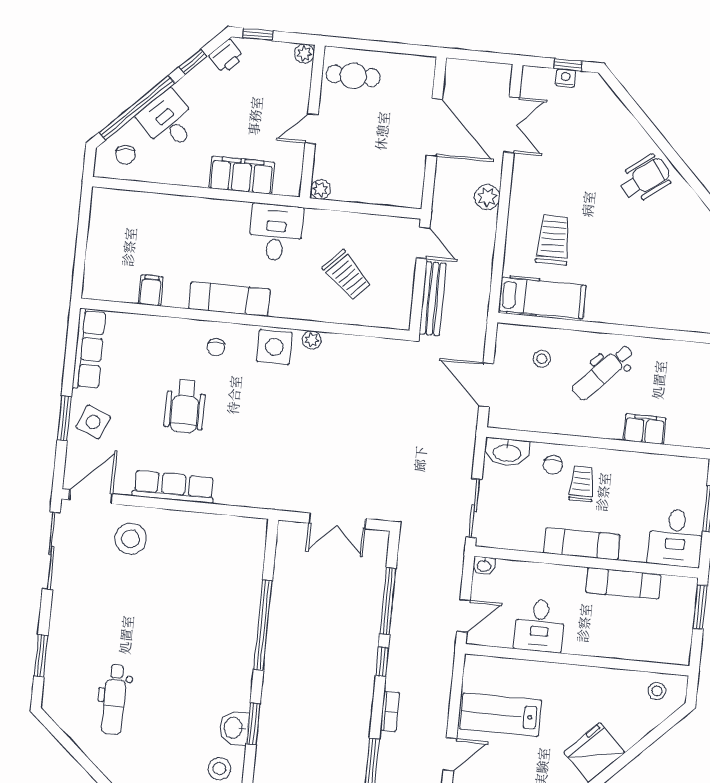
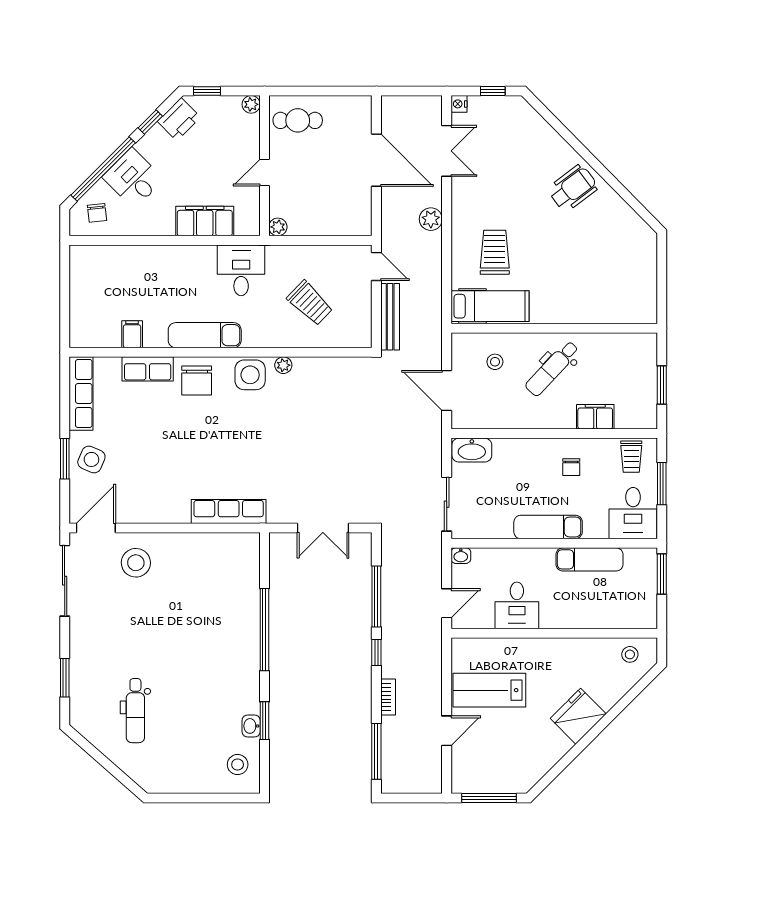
printer: (226, 57) -> (179, 119), width x1.36, depth x1.24
nightstand: (566, 78) -> (459, 104), moved, turned -90
row of seats: (164, 330) -> (148, 369), added
chair: (216, 347) -> (197, 380), width x1.87, depth x1.87
wheelchair: (185, 406) -> (174, 437), removed
chair: (553, 465) -> (571, 467), moved
trolley: (582, 484) -> (631, 457), moved, turned 180
row of seats: (173, 487) -> (229, 512), moved
washbasin: (234, 728) -> (251, 726), width x0.72, depth x0.69

